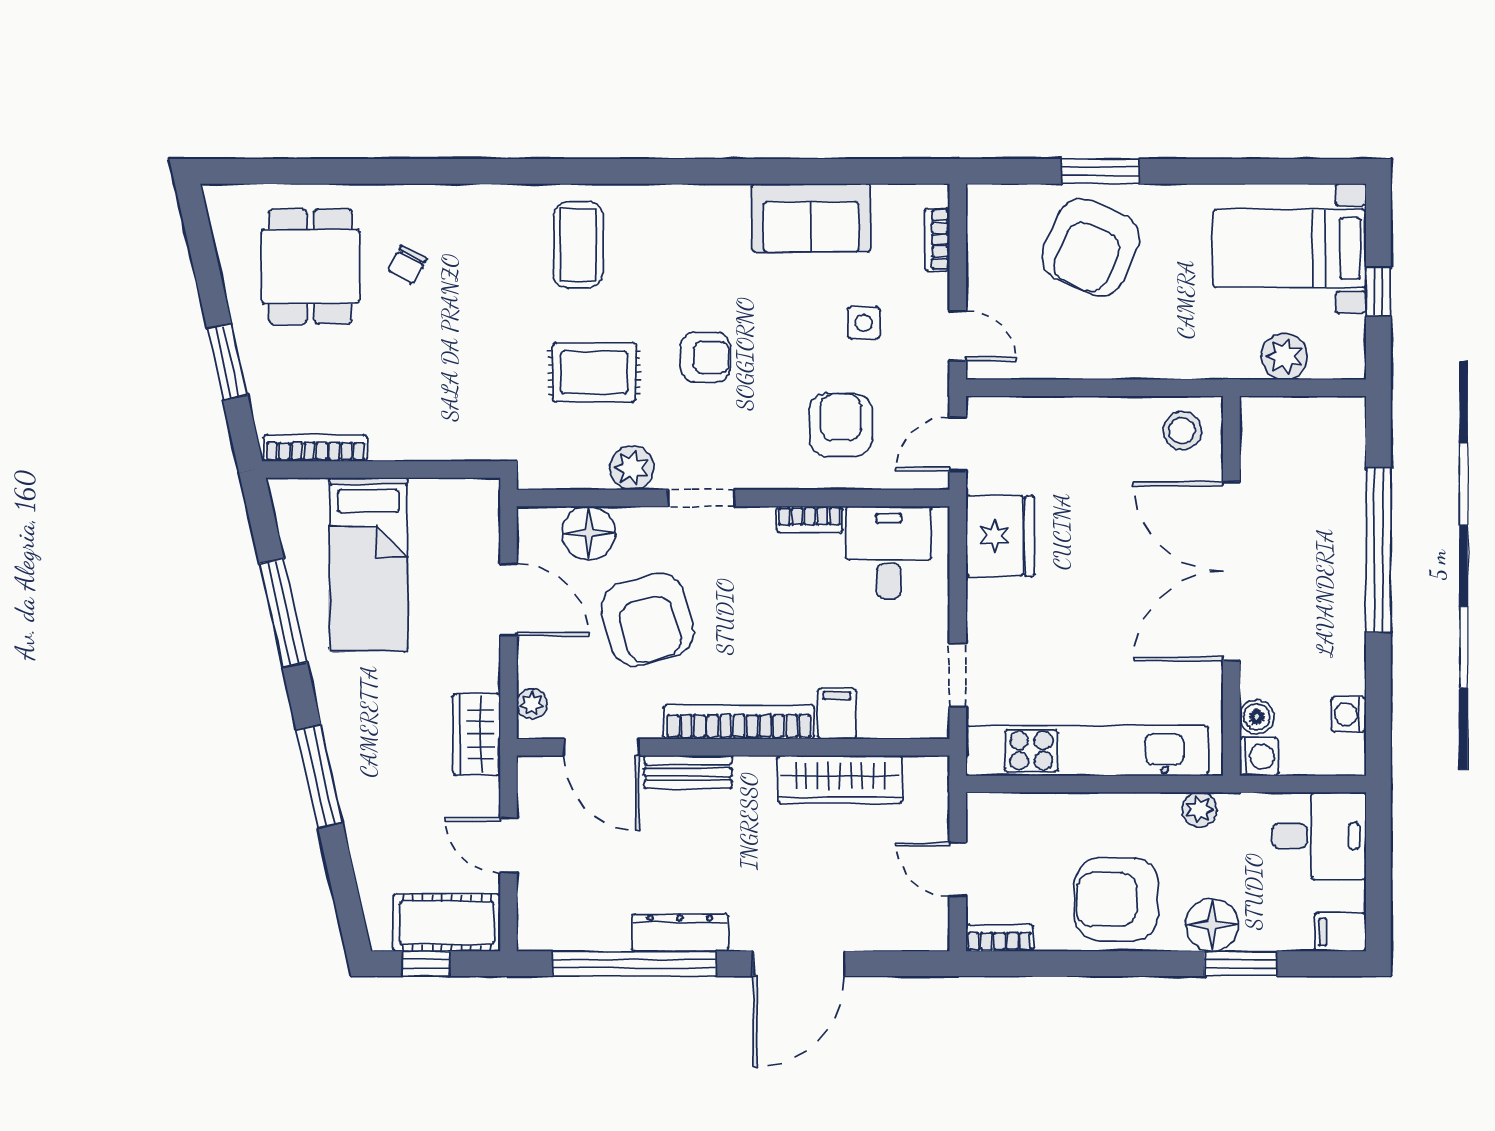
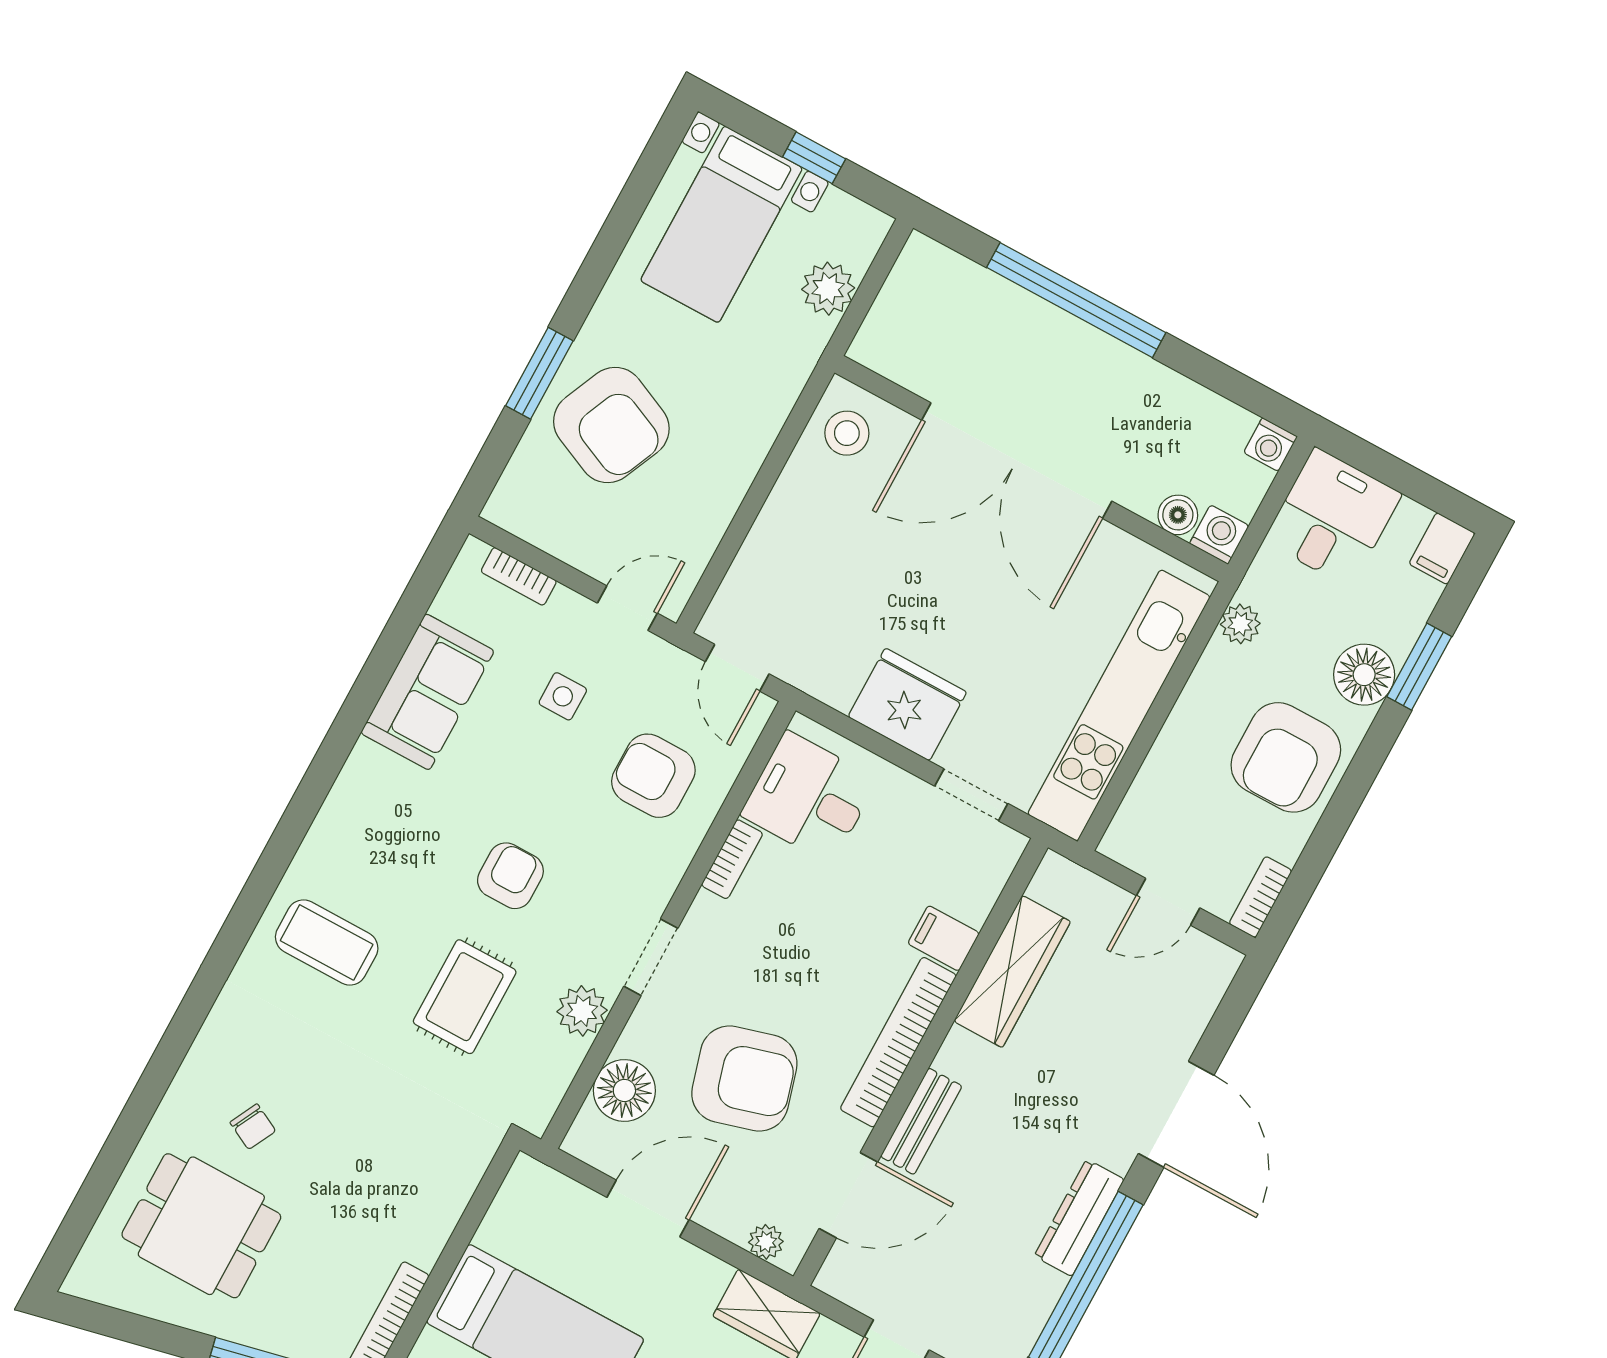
fridge: (1000, 536) -> (907, 704), moved
washing machine: (1349, 714) -> (1270, 445), moved

